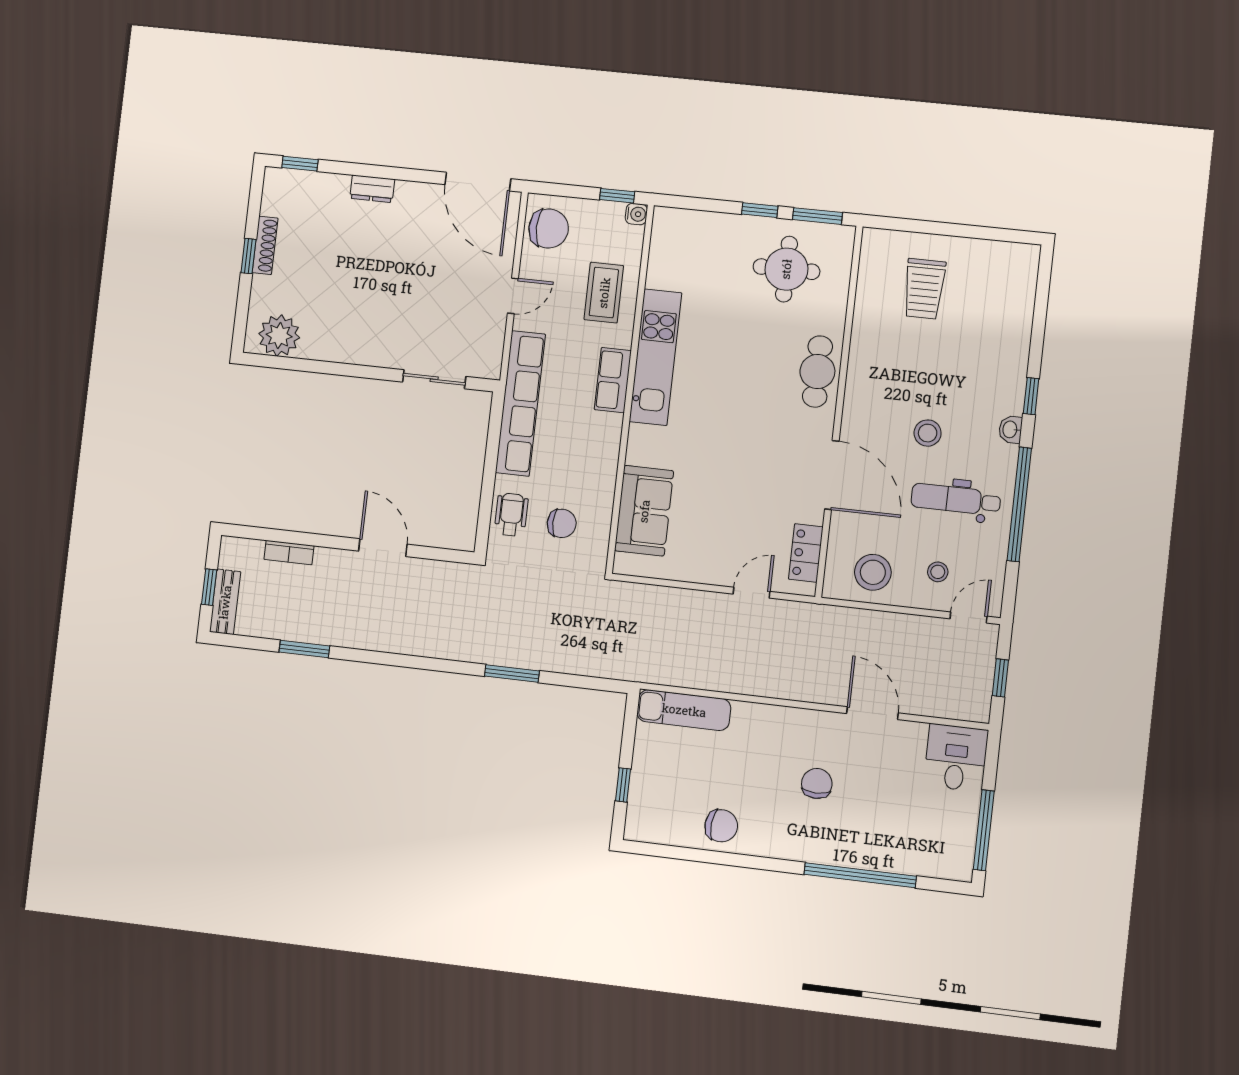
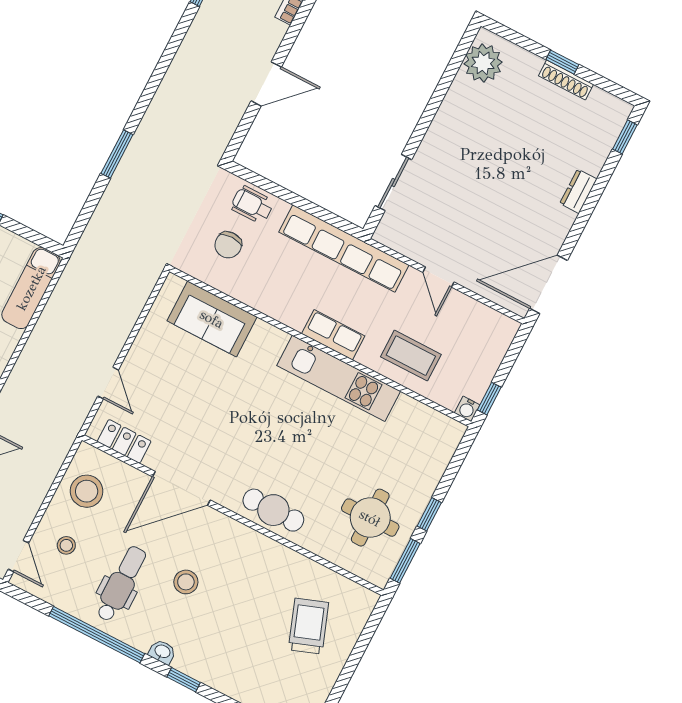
chair: (549, 229) -> (484, 330), removed
trolley: (924, 289) -> (308, 626), turned 70
wheelchair: (511, 515) -> (252, 205), turned 180

